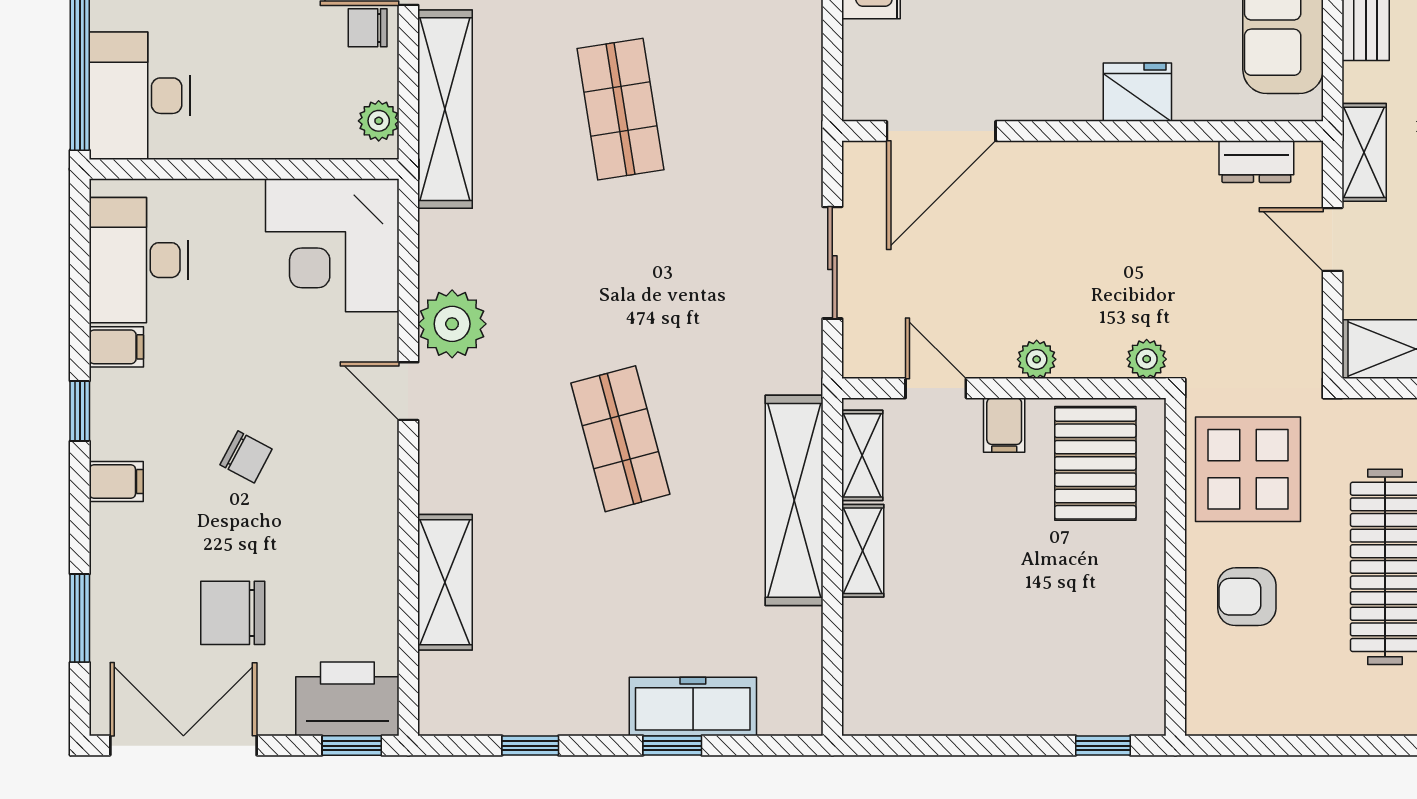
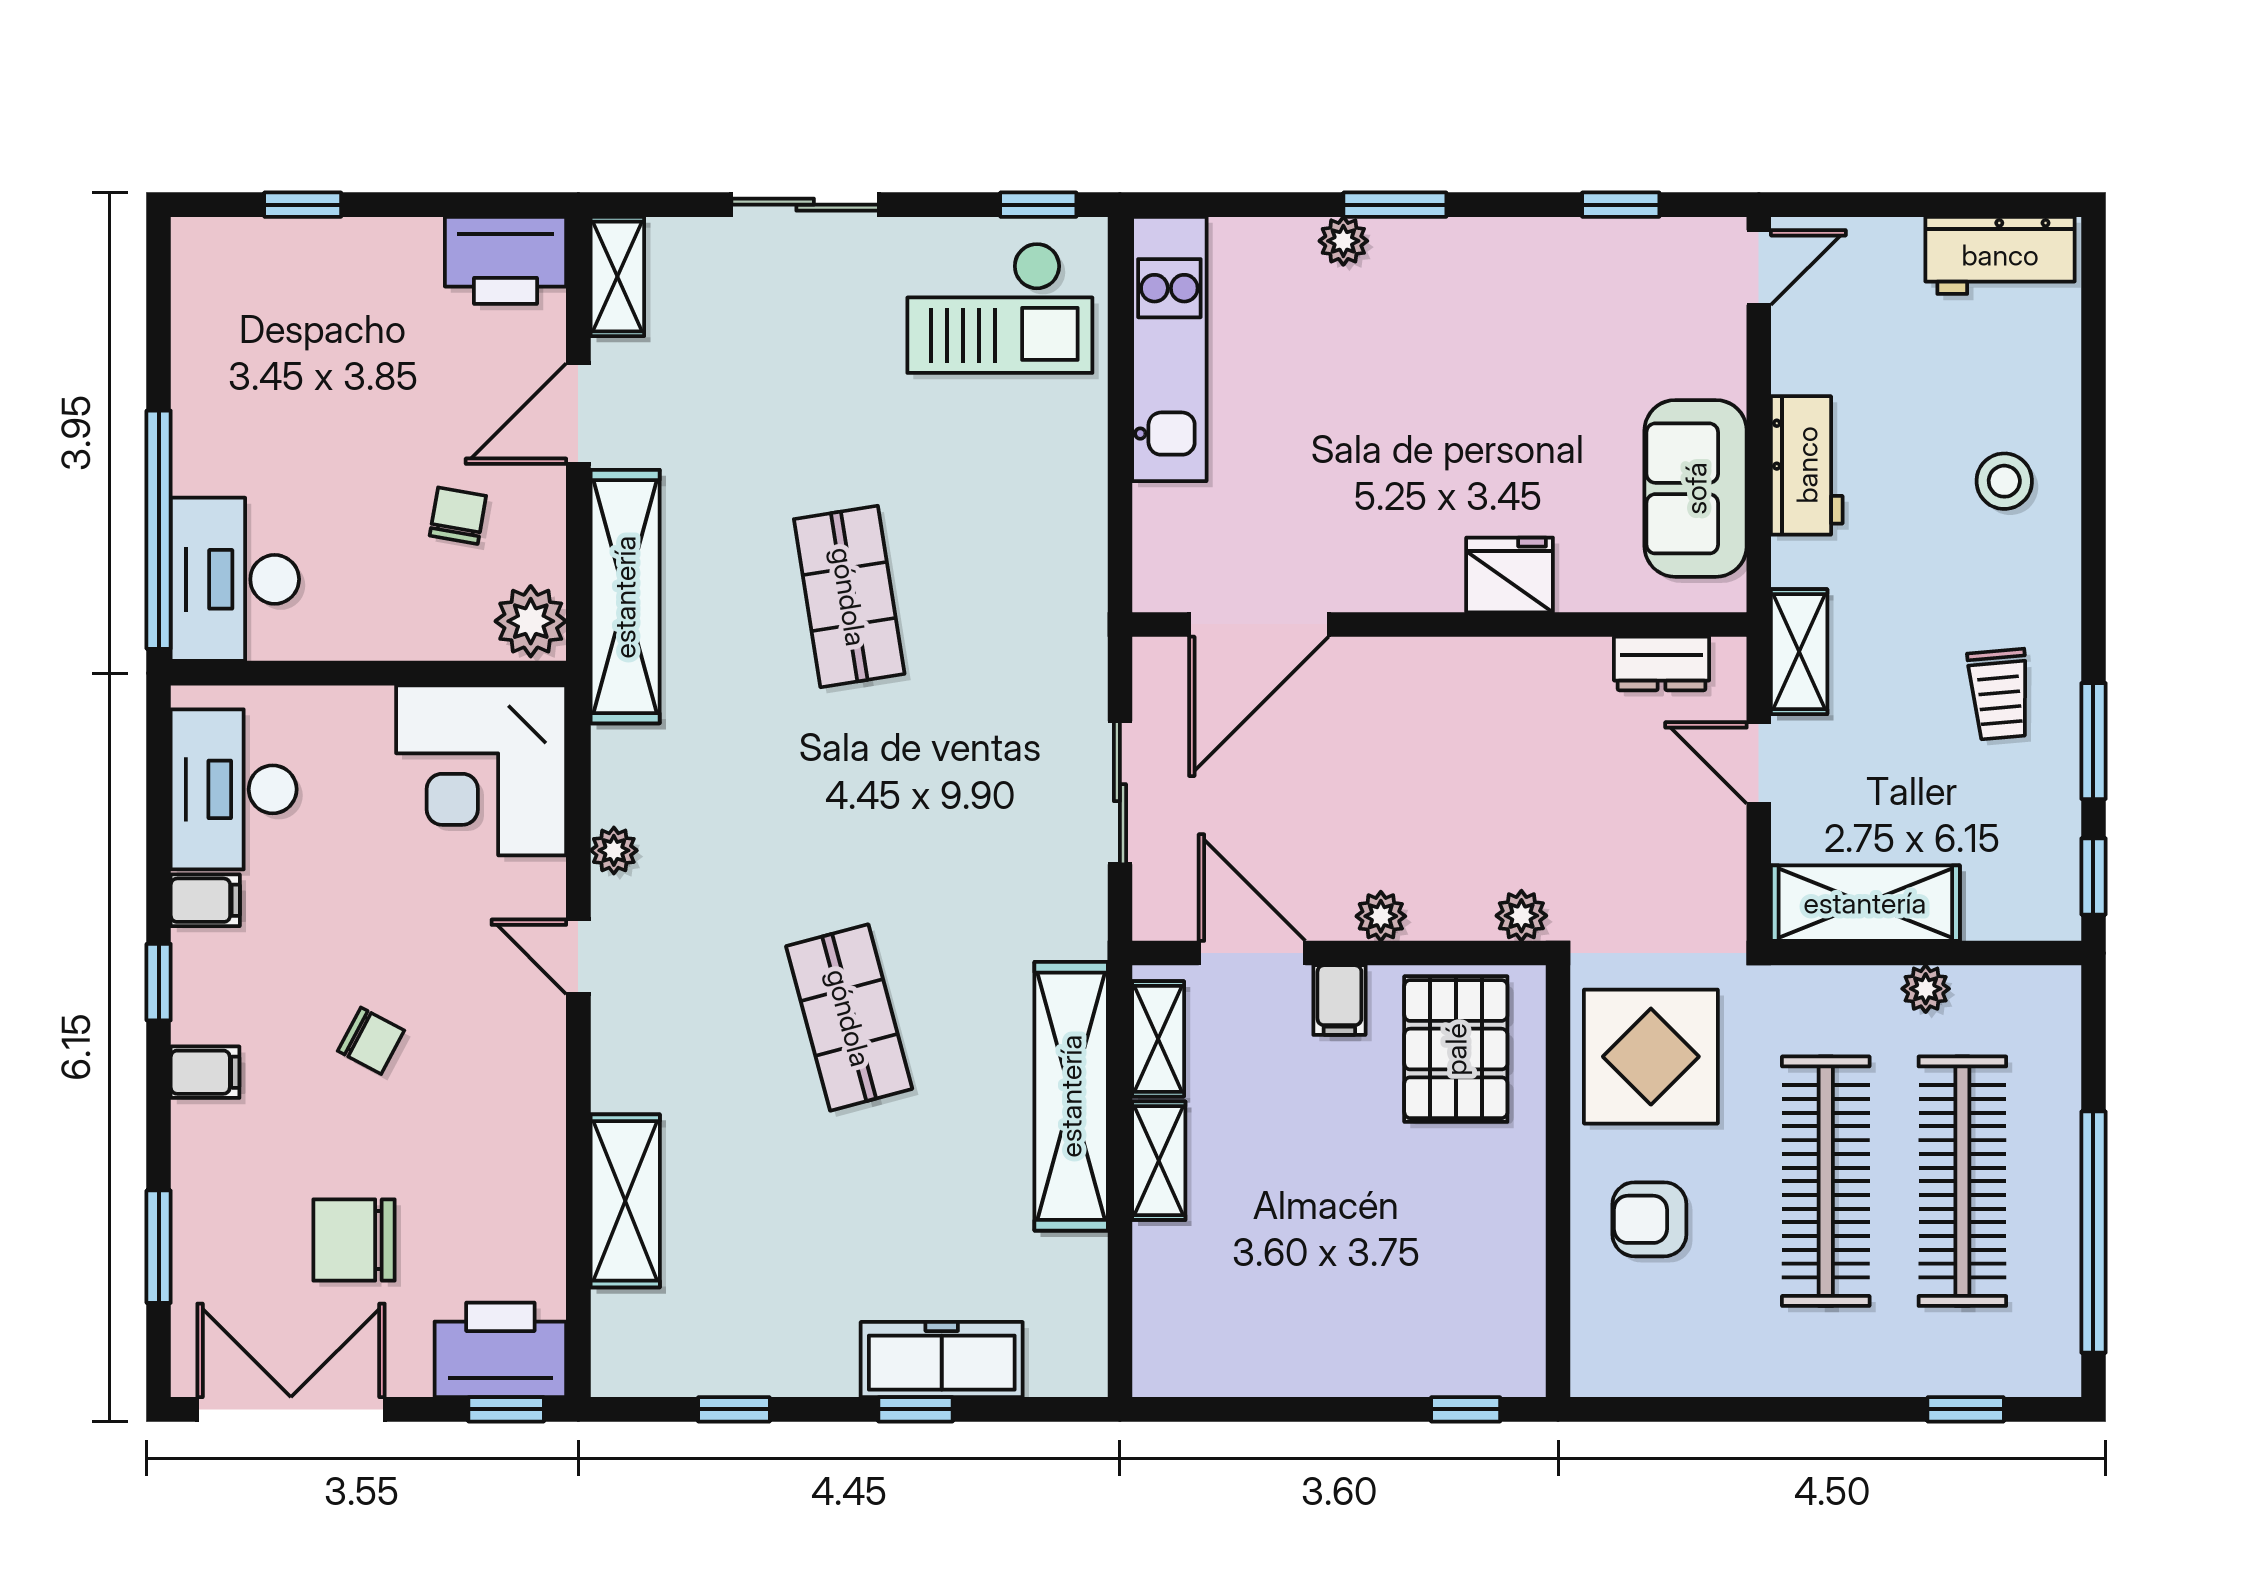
chair: (368, 28) -> (458, 516), moved, turned 100
plant: (379, 121) -> (531, 621), width x1.38, depth x1.38
plant: (452, 324) -> (614, 850), width x0.53, depth x0.53
door: (936, 388) -> (1252, 953), width x1.38

